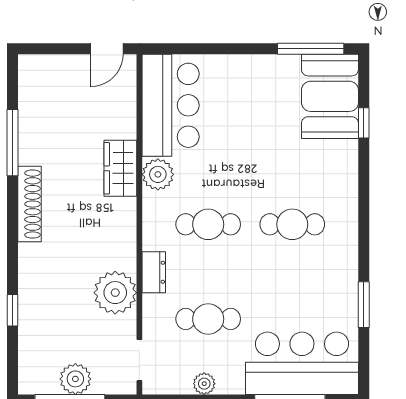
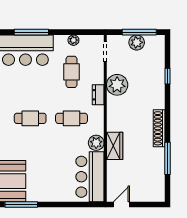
cafe table: (208, 319) -> (71, 72), turned 90

